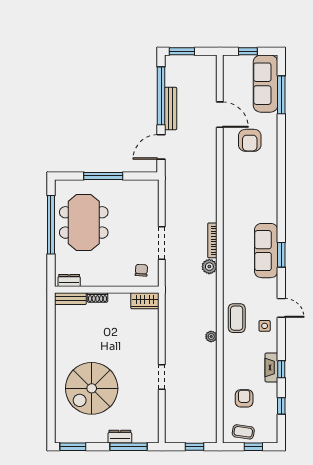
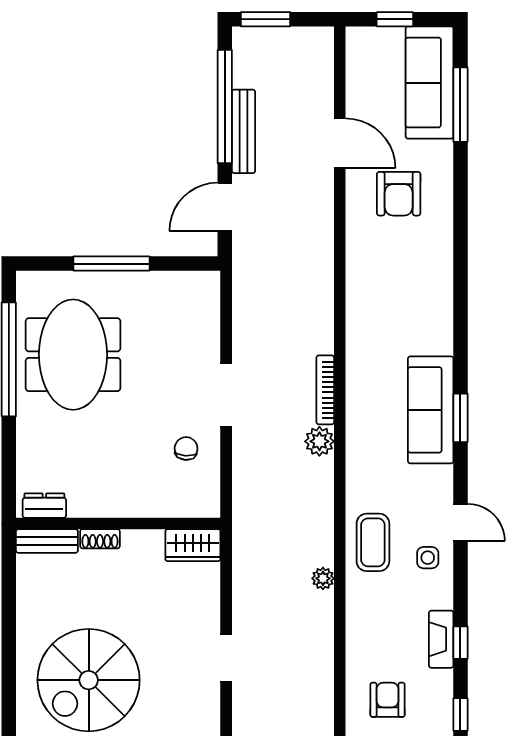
dresser: (69, 281) -> (44, 506), moved
wall: (107, 290) -> (118, 523), moved
shoe rack: (97, 297) -> (100, 539), moved
bench: (70, 299) -> (47, 541), moved
wardrobe: (145, 301) -> (193, 545), moved

